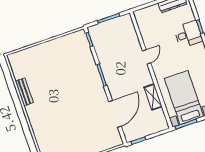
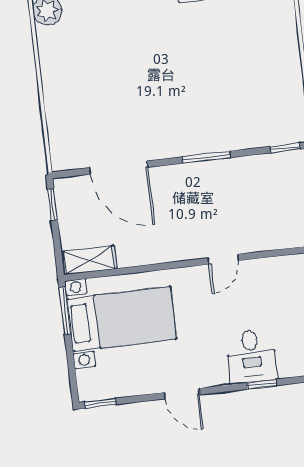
door: (147, 57) -> (223, 259), hinge flipped
shelving: (153, 97) -> (89, 260), moved

